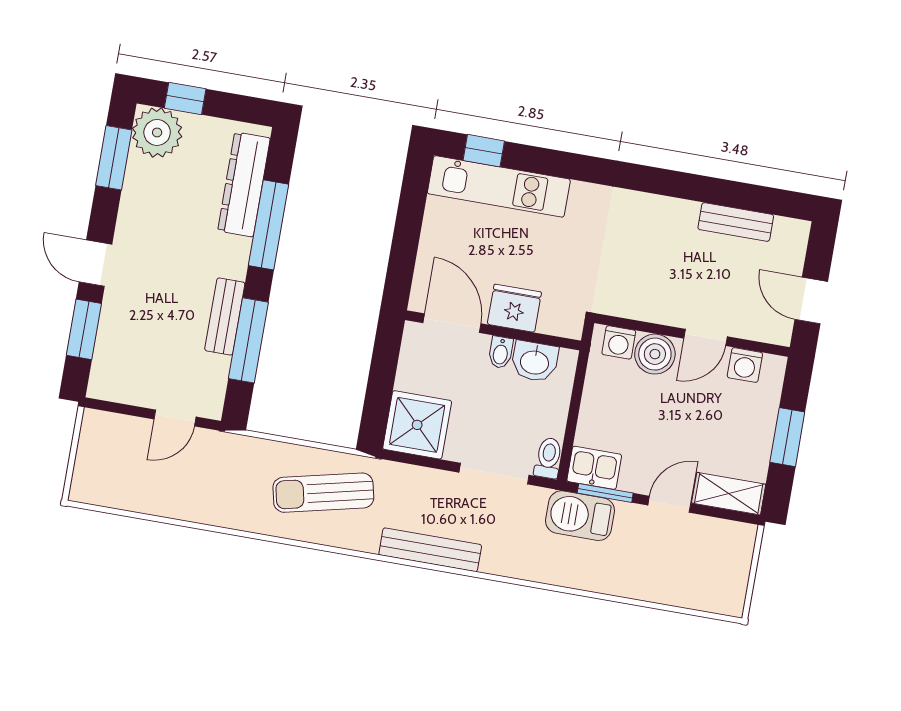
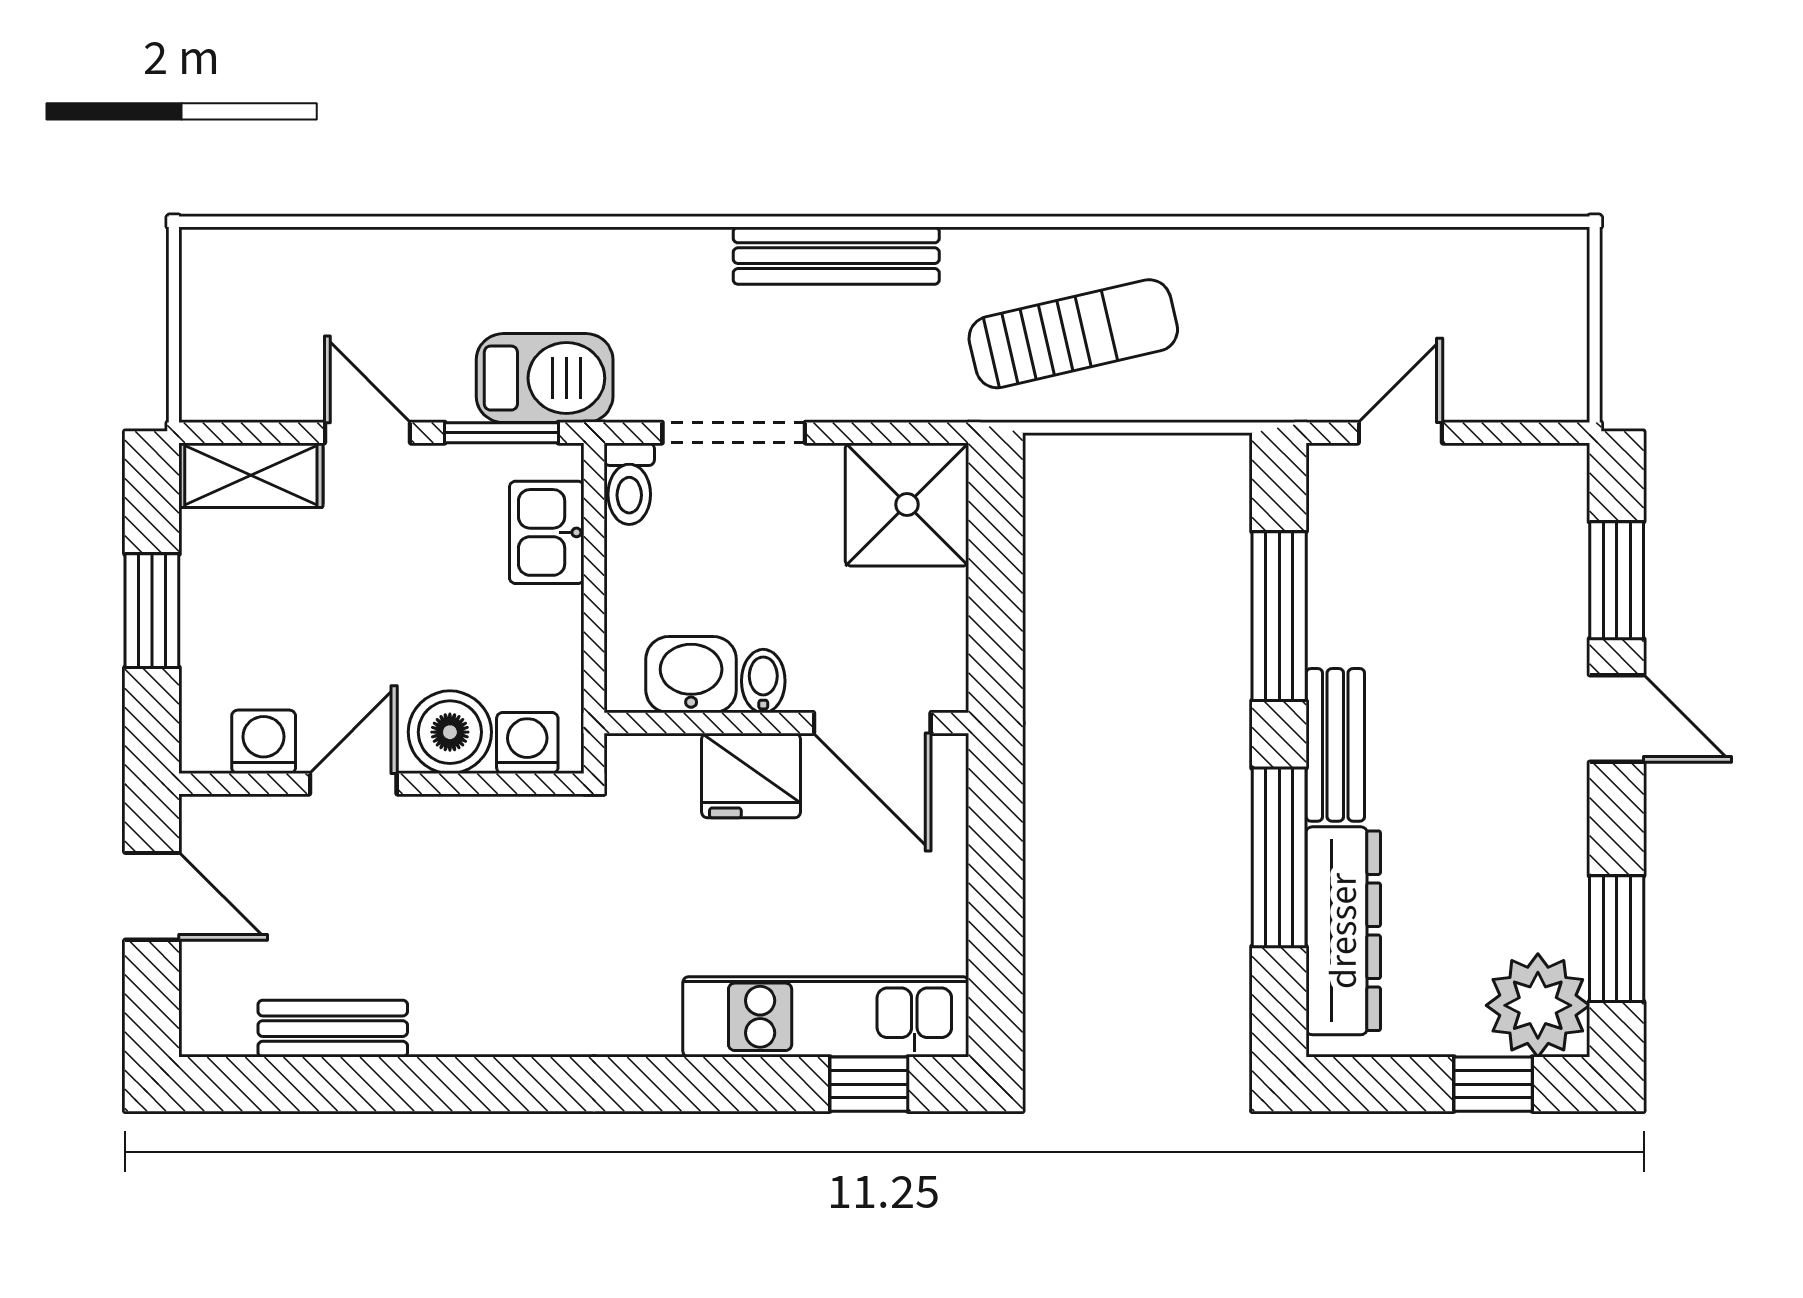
bench: (225, 316) -> (1335, 745), moved
kitchen sink: (594, 468) -> (547, 532), moved, turned 90
door: (669, 504) -> (368, 433), swing flipped

